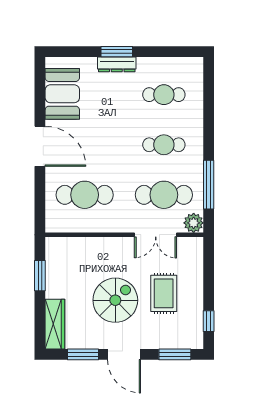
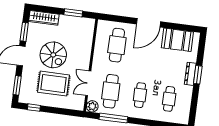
rug: (164, 293) -> (53, 84), width x1.36, depth x1.43

